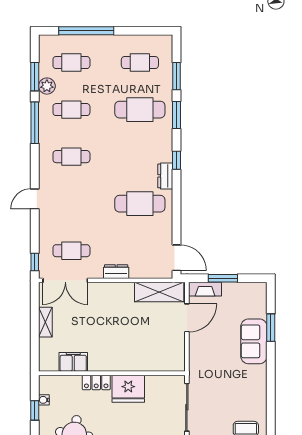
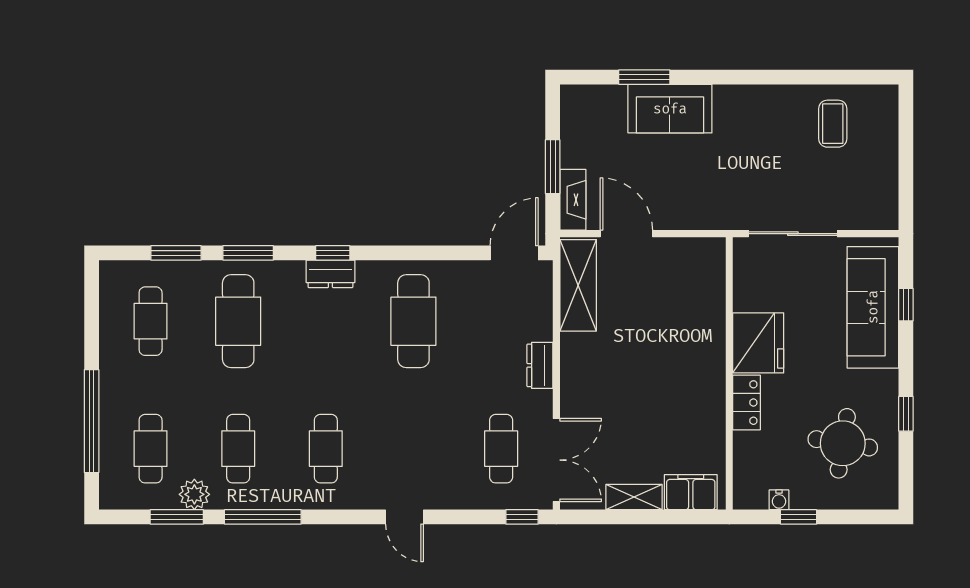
dresser: (165, 176) -> (330, 274), moved
filing cabinet: (73, 362) -> (691, 492), moved, turned 90

